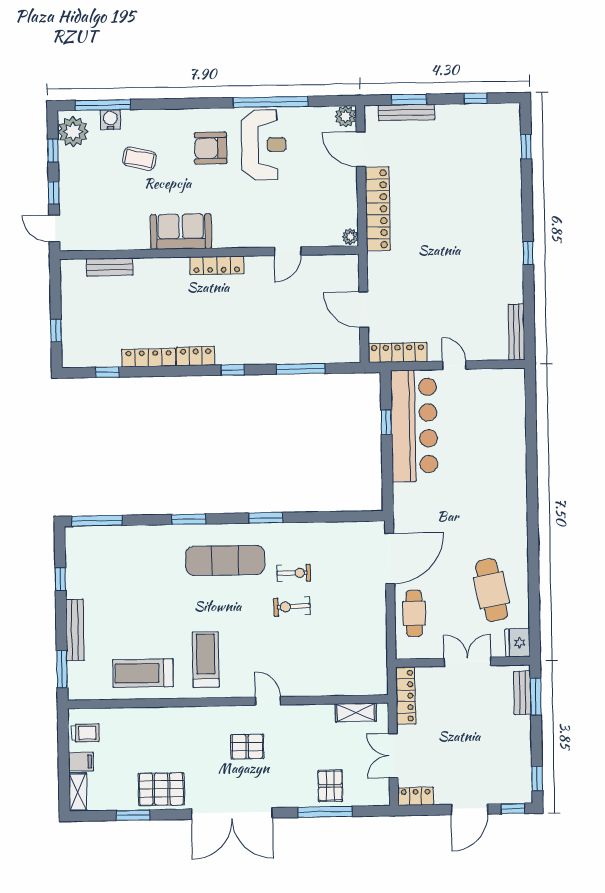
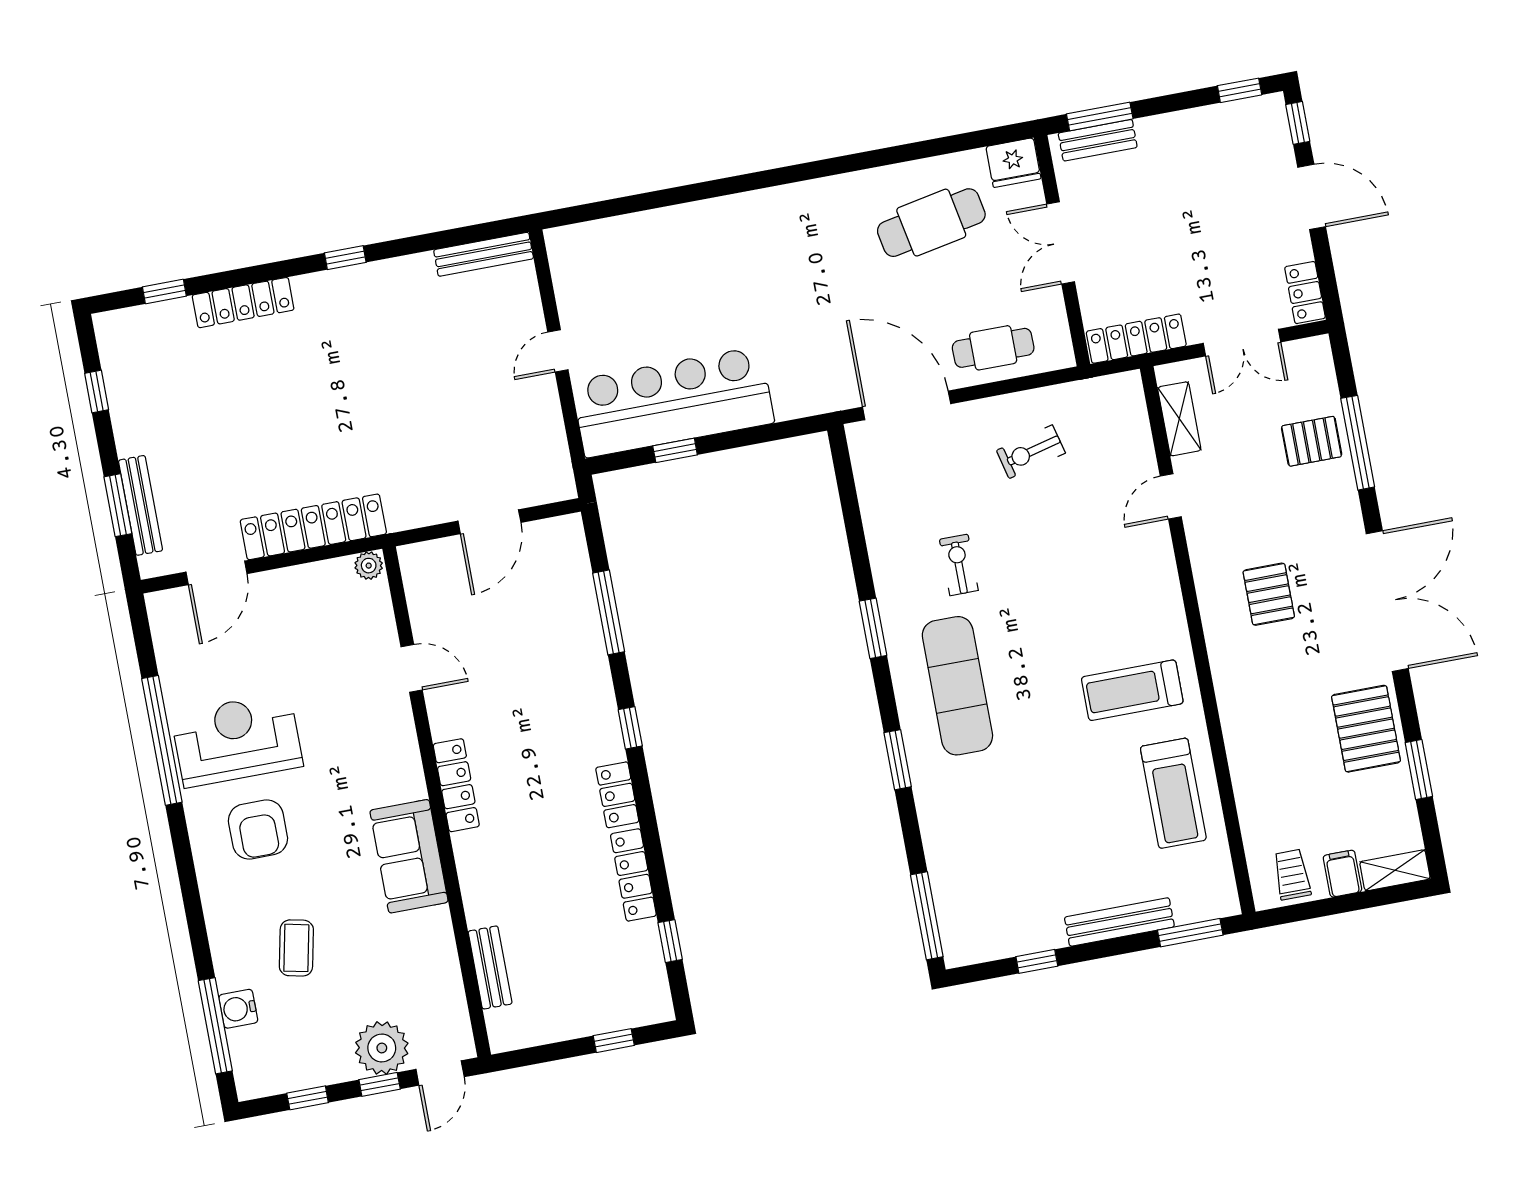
plant: (346, 116) -> (165, 608), removed
plant: (73, 132) -> (382, 1048), moved
locker: (398, 352) -> (243, 303), moved, turned -90
exercise bike: (292, 607) -> (1031, 452), moved, turned 78
door: (268, 701) -> (1171, 496), moved

